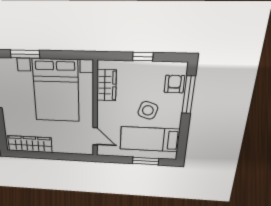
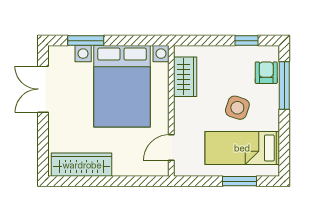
window: (143, 57) -> (246, 41), moved
door: (95, 136) -> (171, 148), swing flipped

